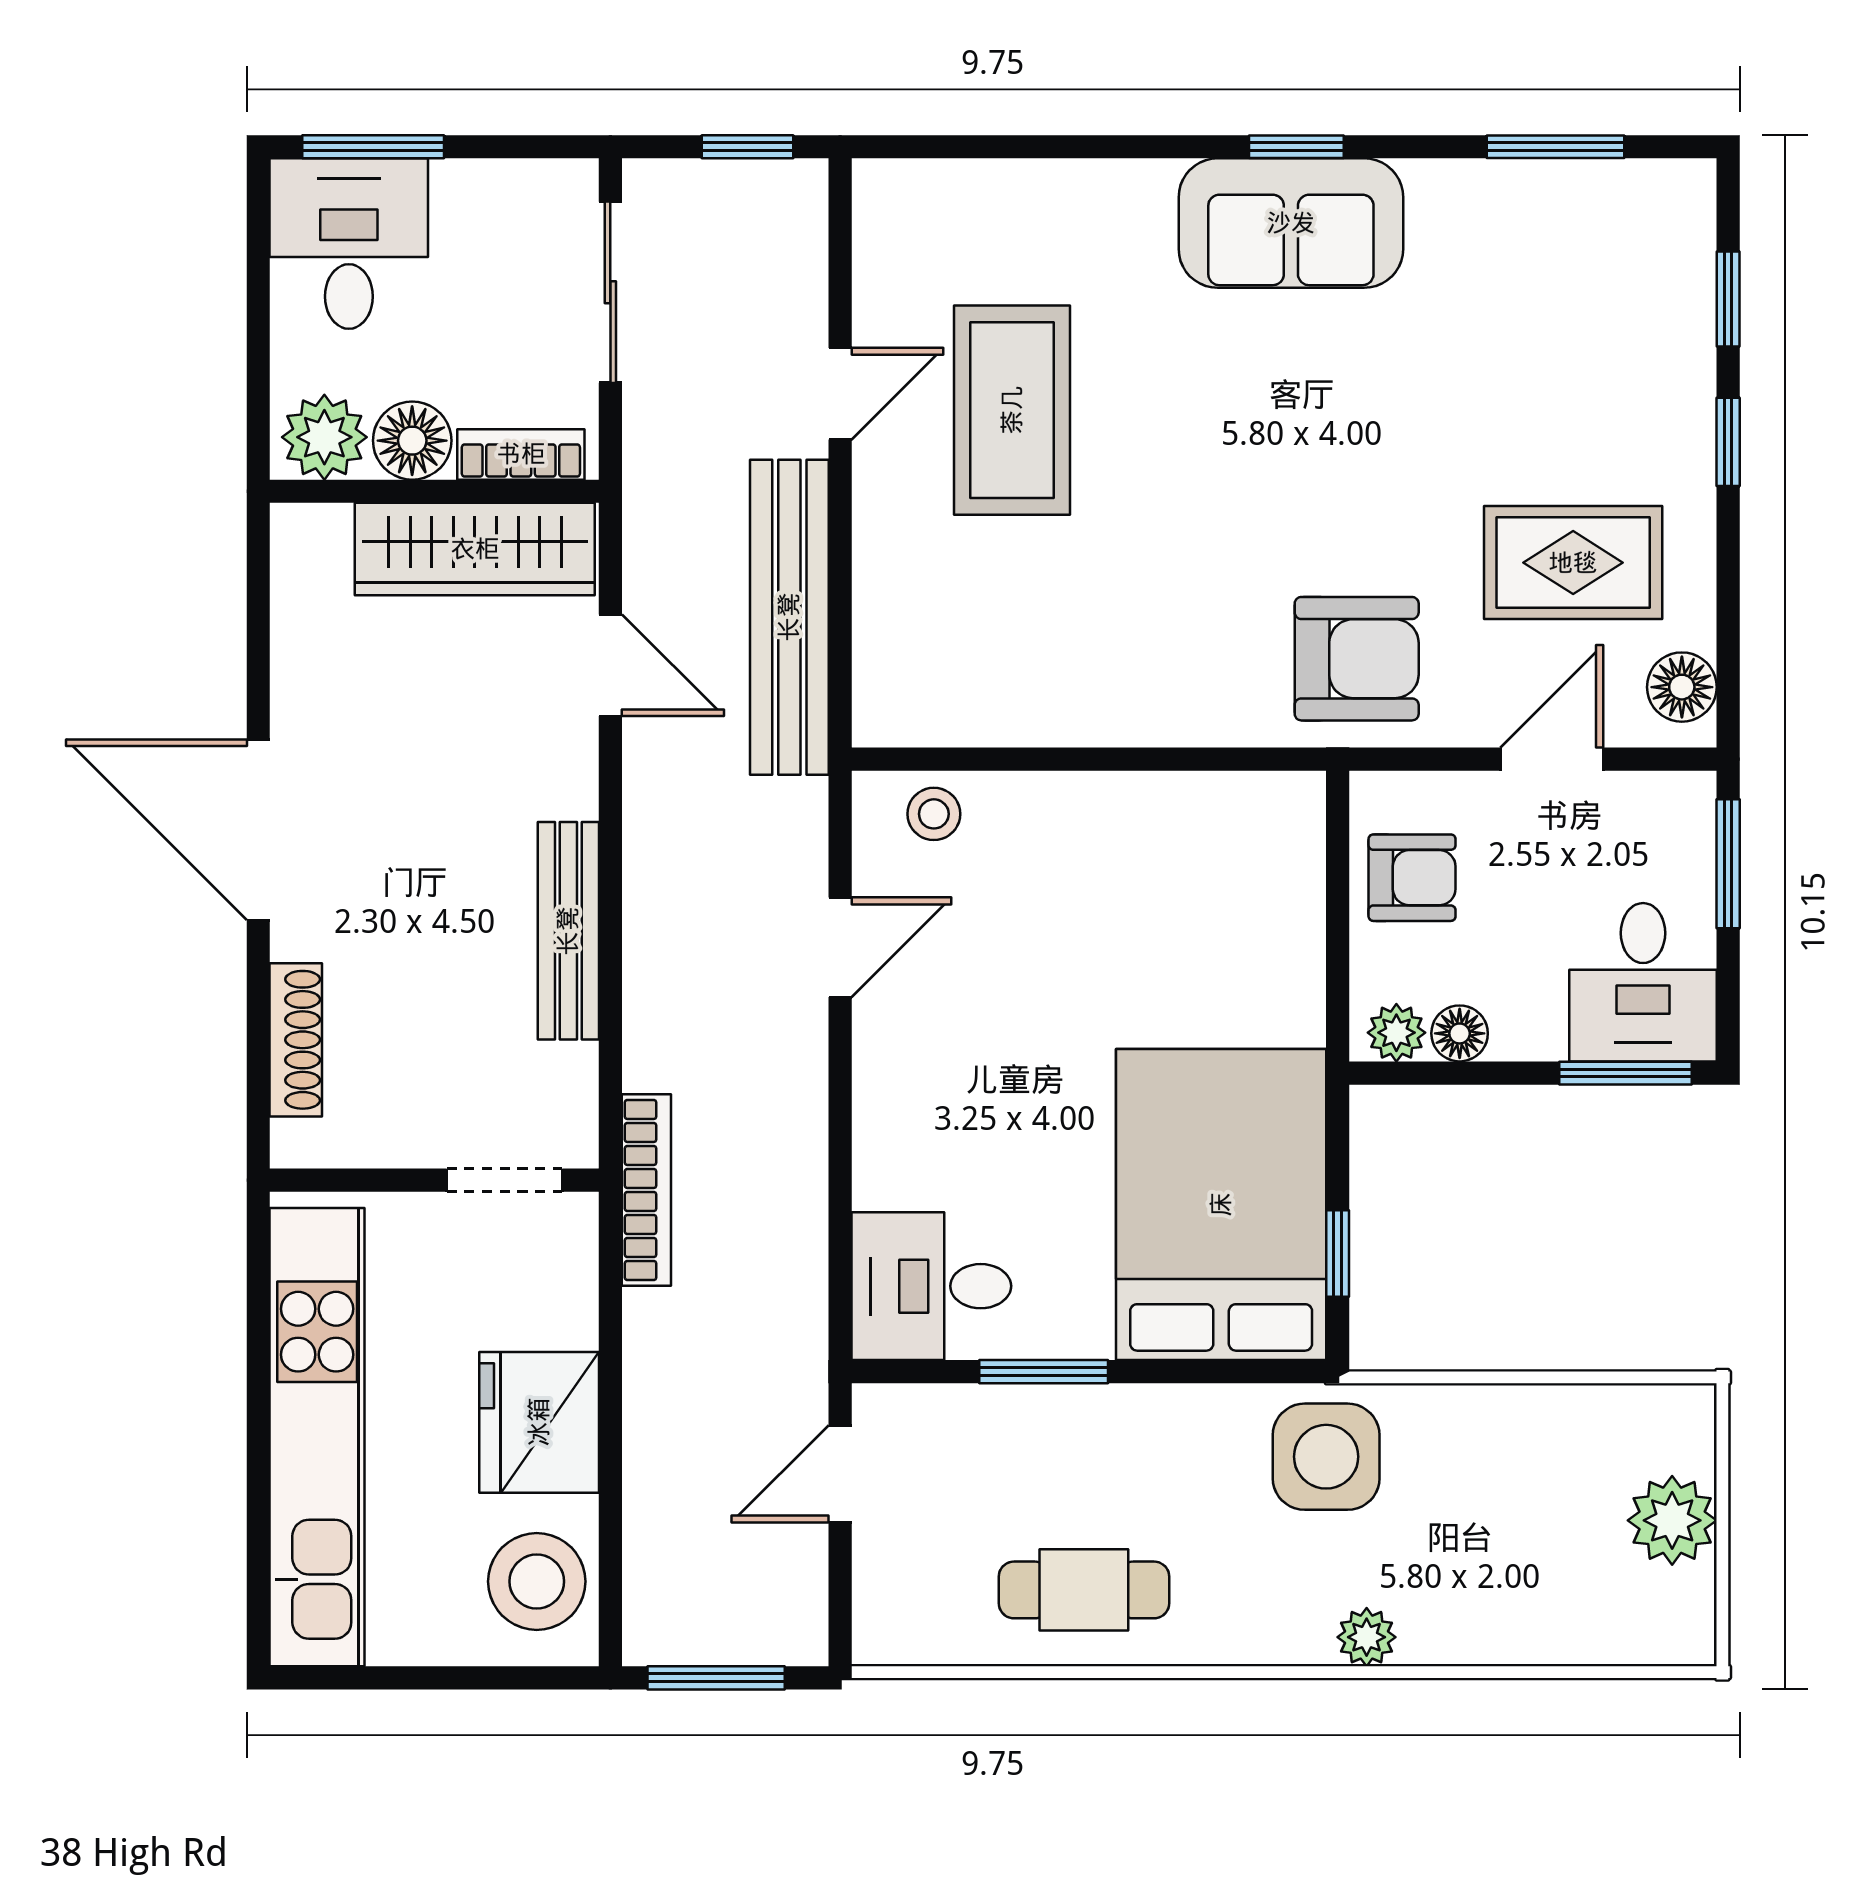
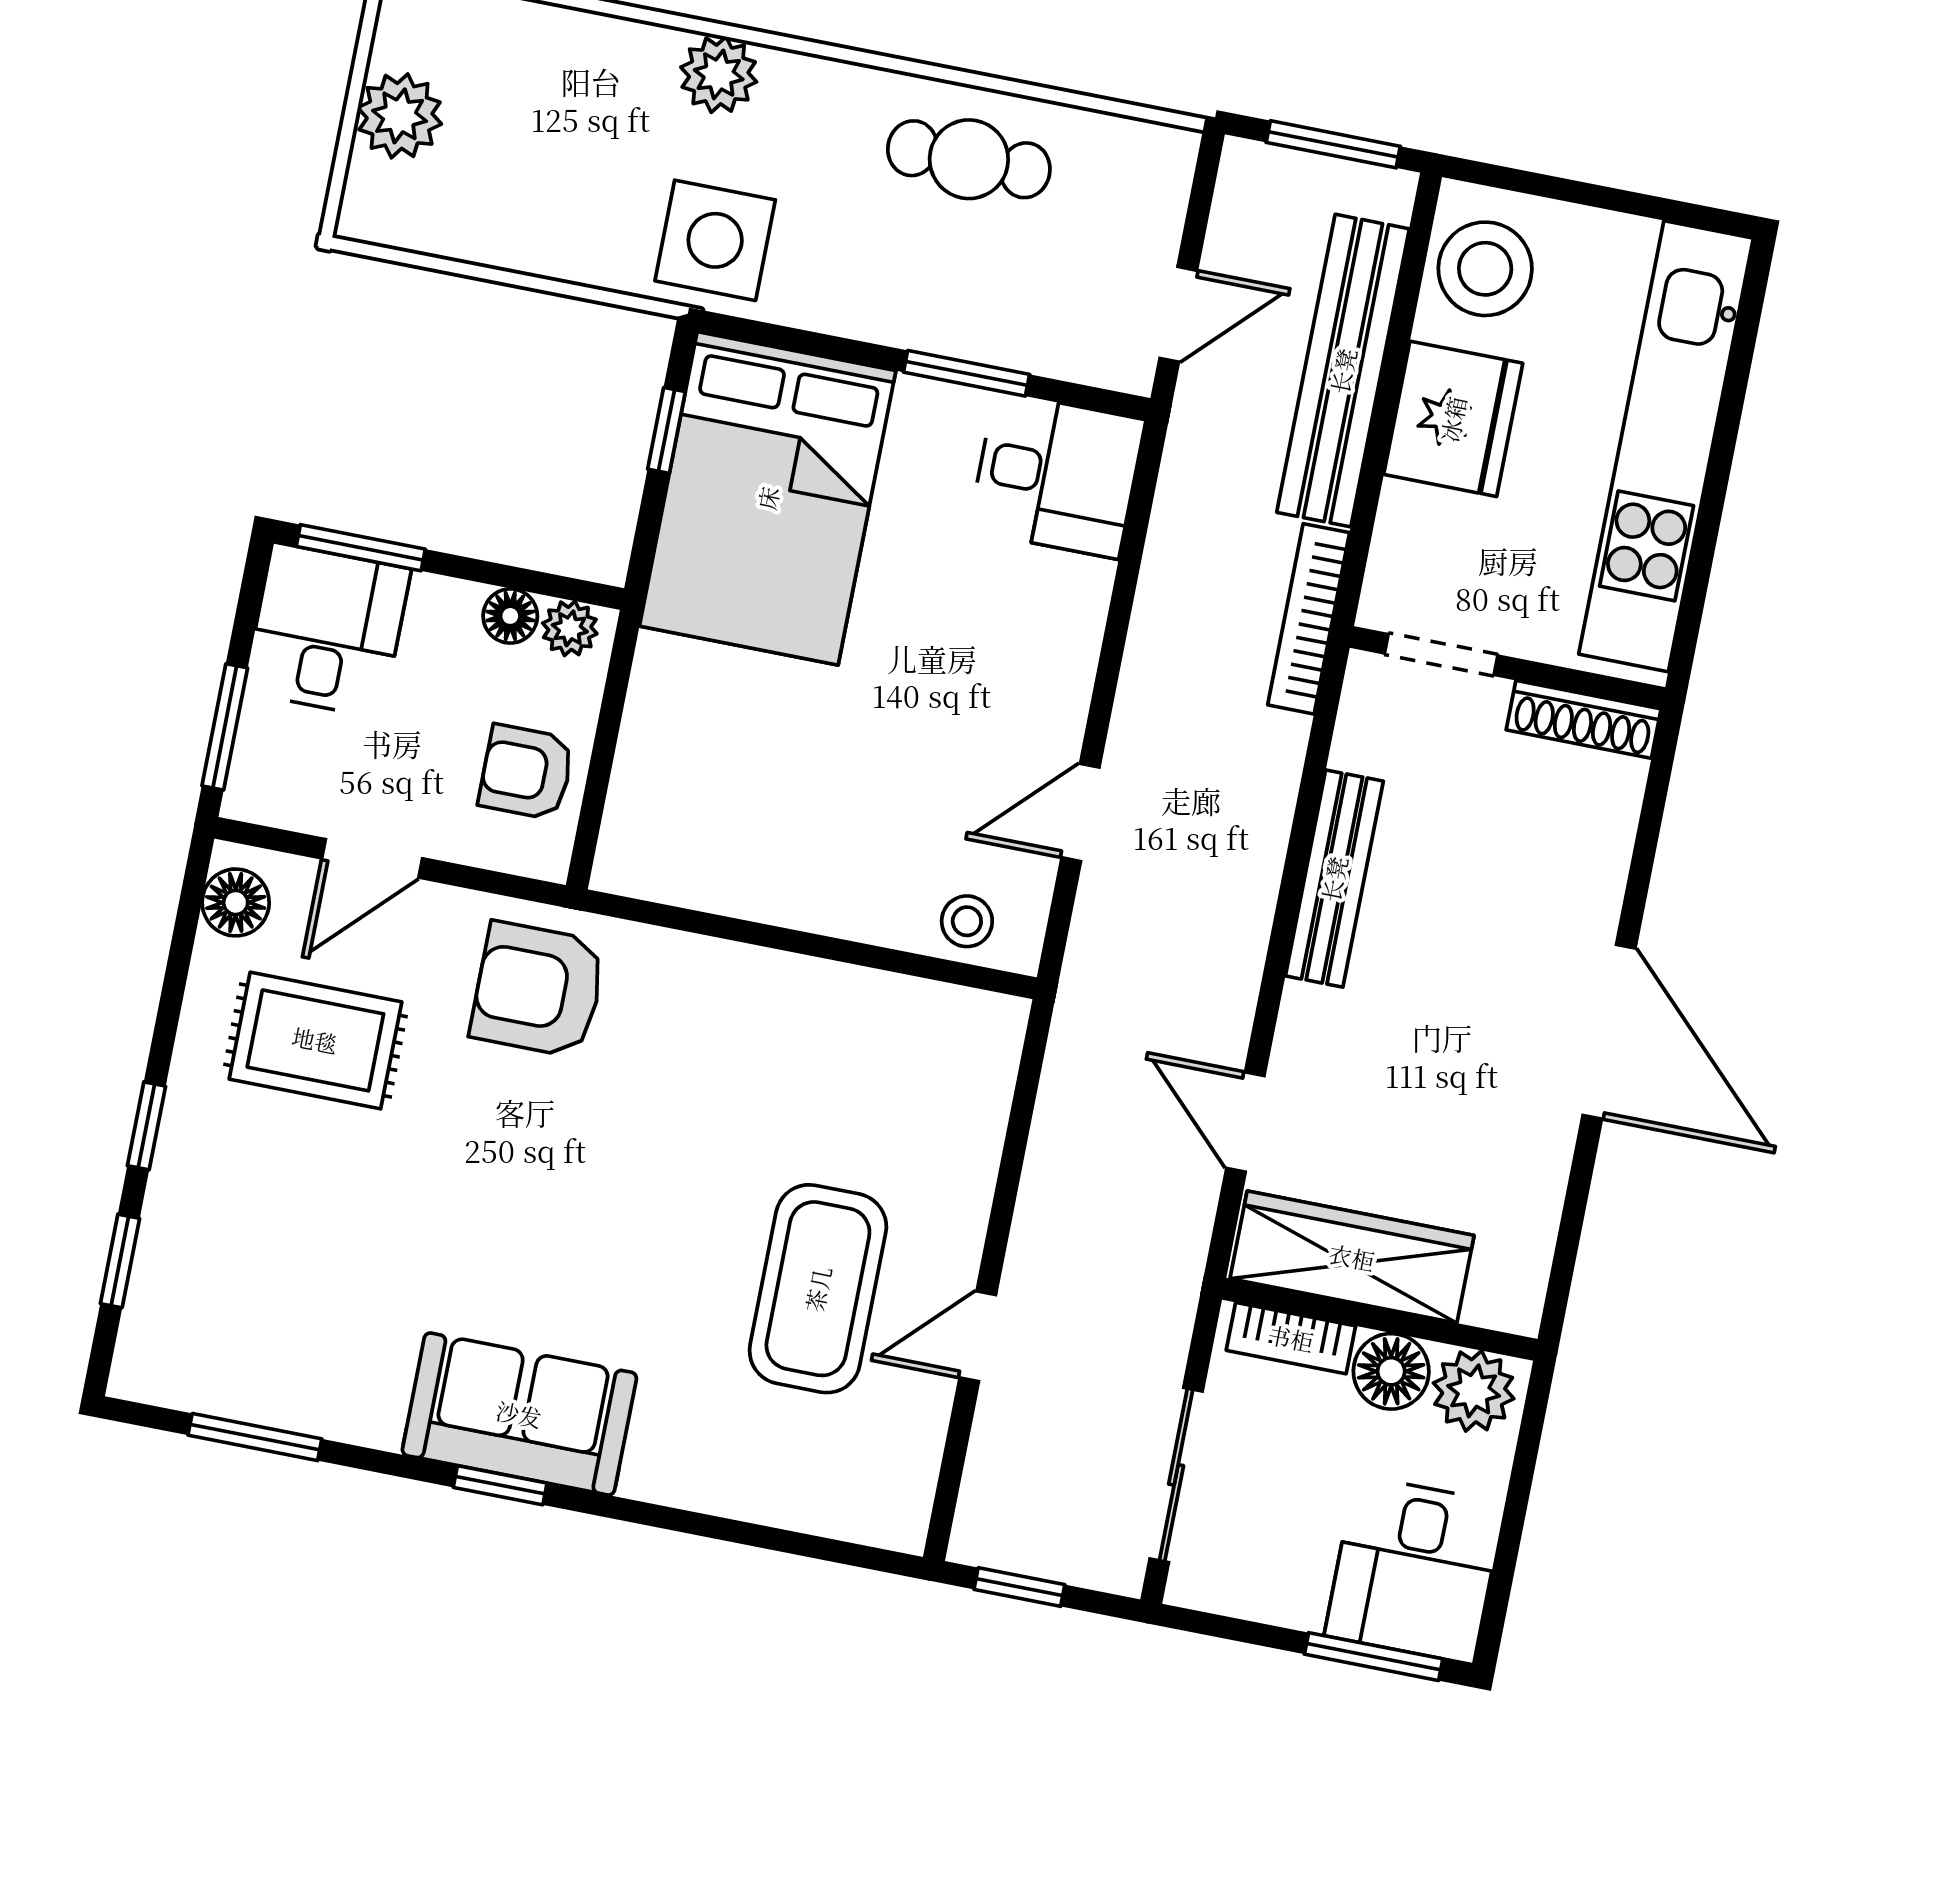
bench: (789, 617) -> (1343, 371), moved
shoe rack: (296, 1040) -> (1584, 719), moved, turned -90
plant: (1367, 1637) -> (719, 75), width x1.38, depth x1.38

